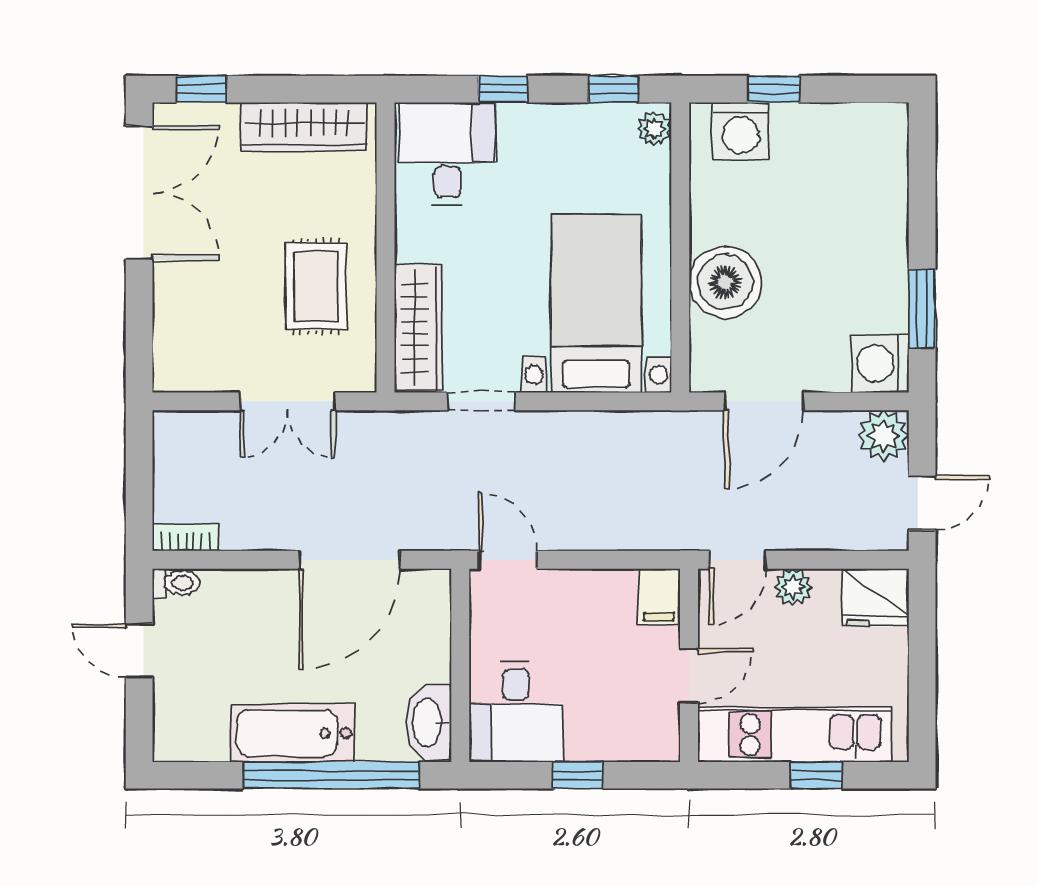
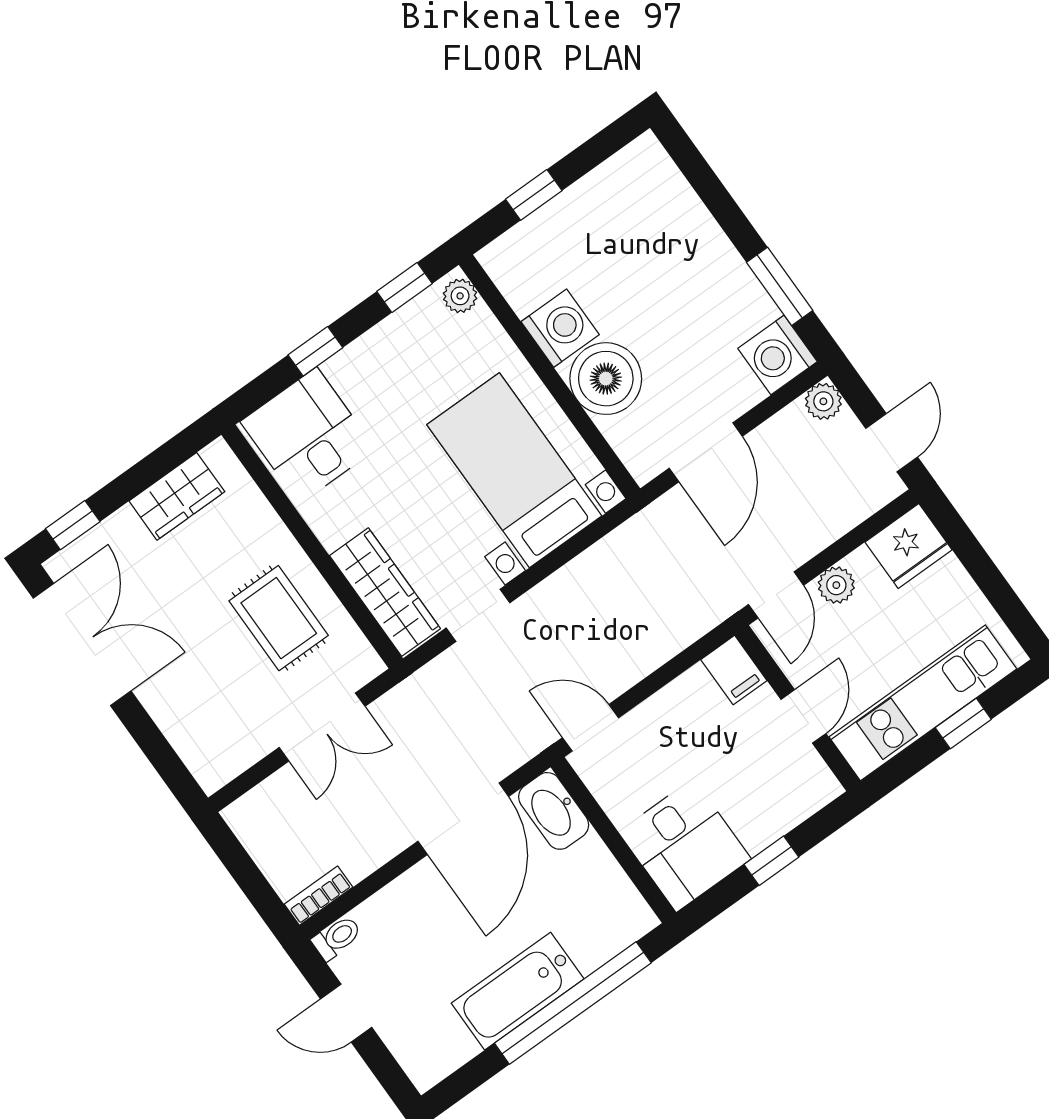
wardrobe: (304, 127) -> (177, 496), width x0.67
washing machine: (741, 131) -> (560, 328), moved, turned -90
plant: (884, 436) -> (823, 401), width x0.73, depth x0.73
washbasin: (428, 722) -> (554, 811), moved

